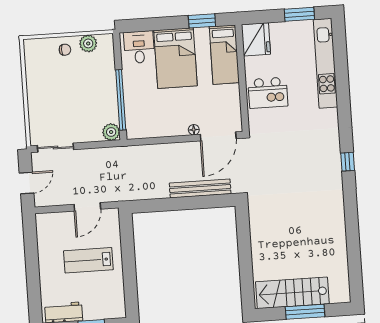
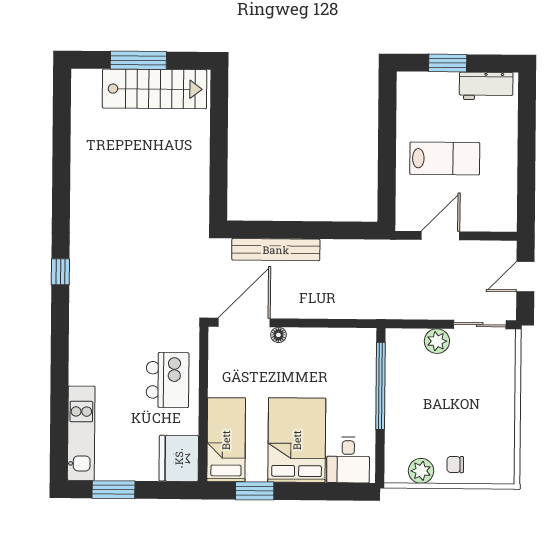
kitchen unit: (325, 63) -> (81, 433), width x0.73
kitchen island: (268, 93) -> (168, 380), turned 90
plant: (111, 132) -> (437, 341), moved

